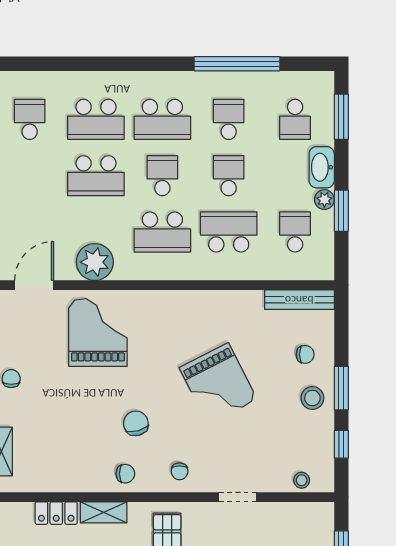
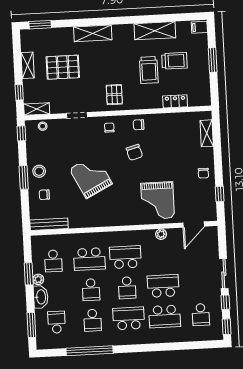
school desk: (96, 119) -> (165, 316), turned 180
plant: (95, 262) -> (161, 234), width x0.53, depth x0.53
window: (341, 444) -> (21, 133), moved
shelving: (104, 512) -> (37, 109), moved

